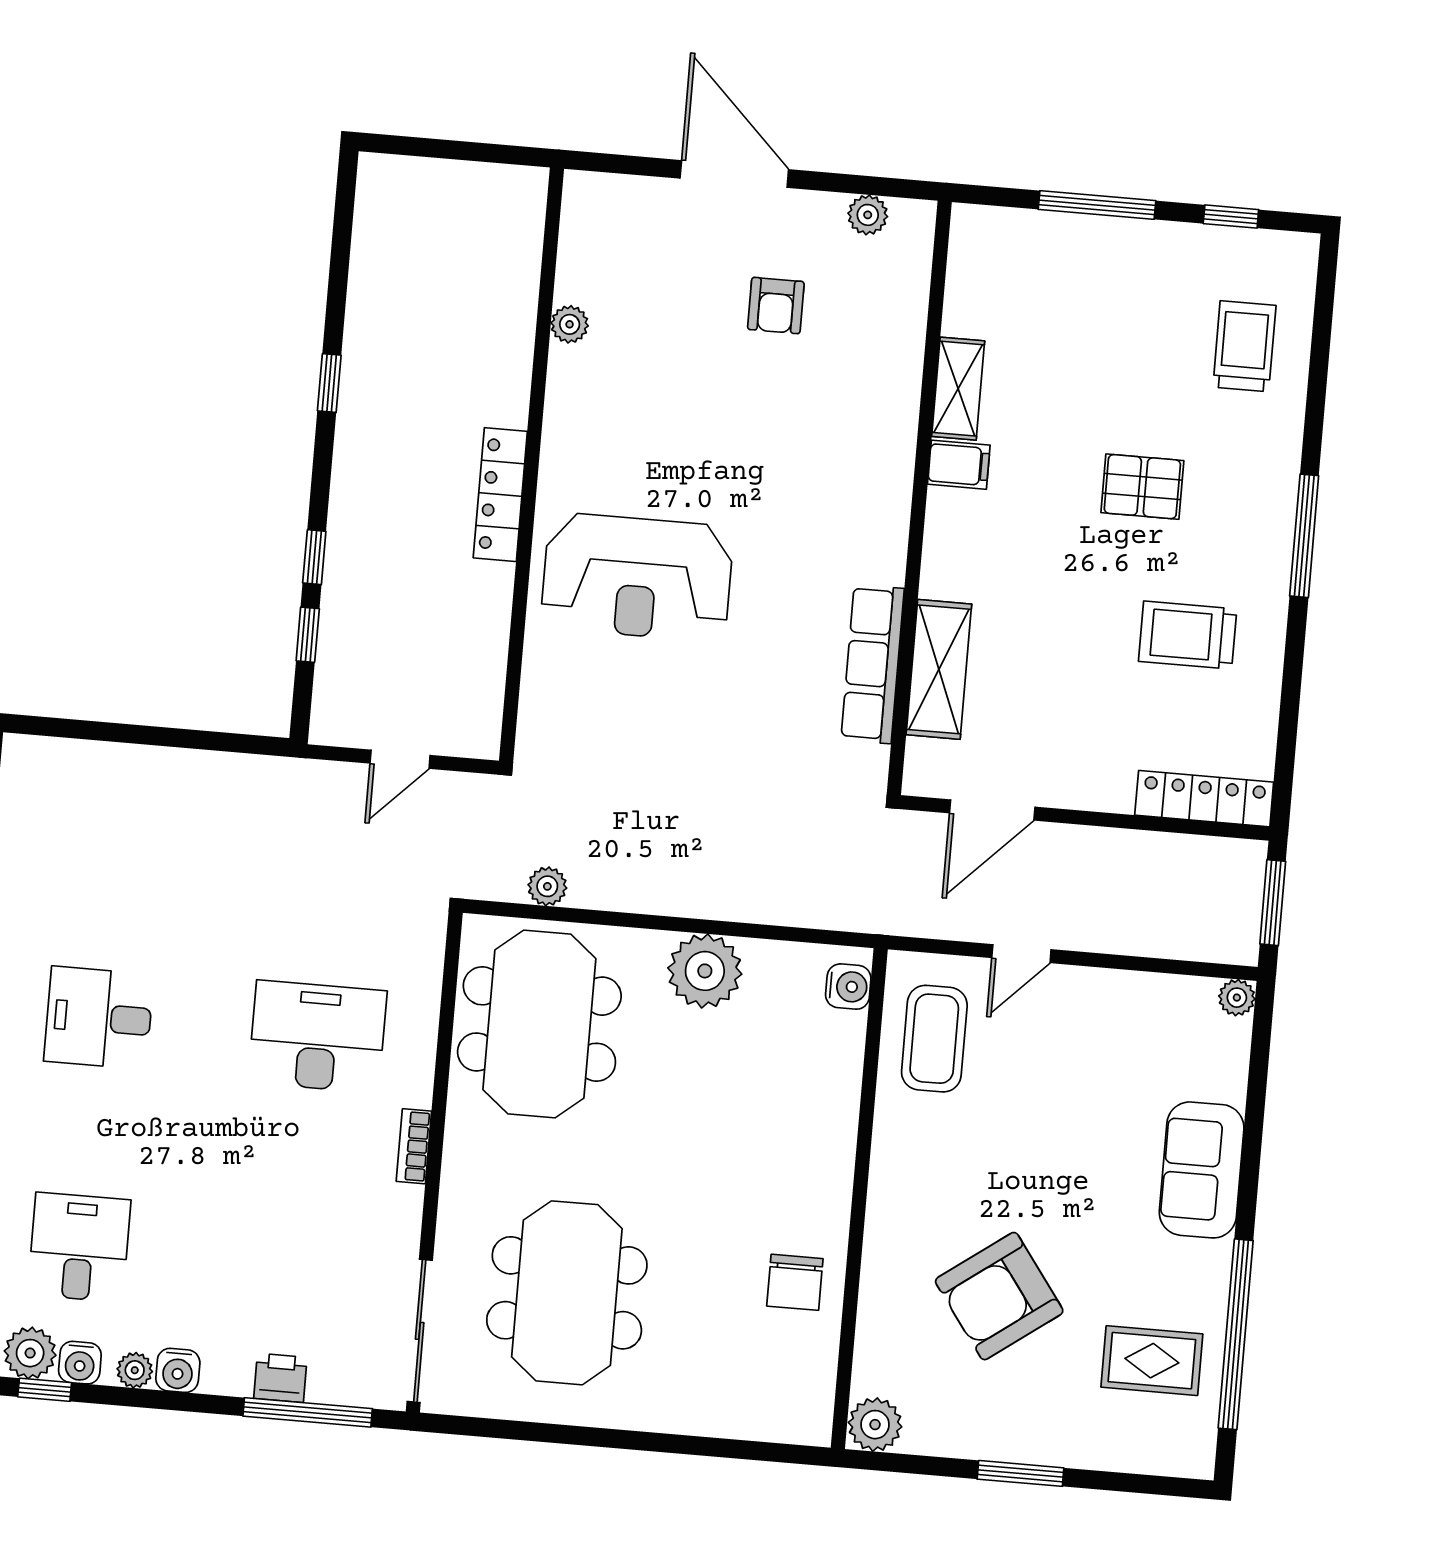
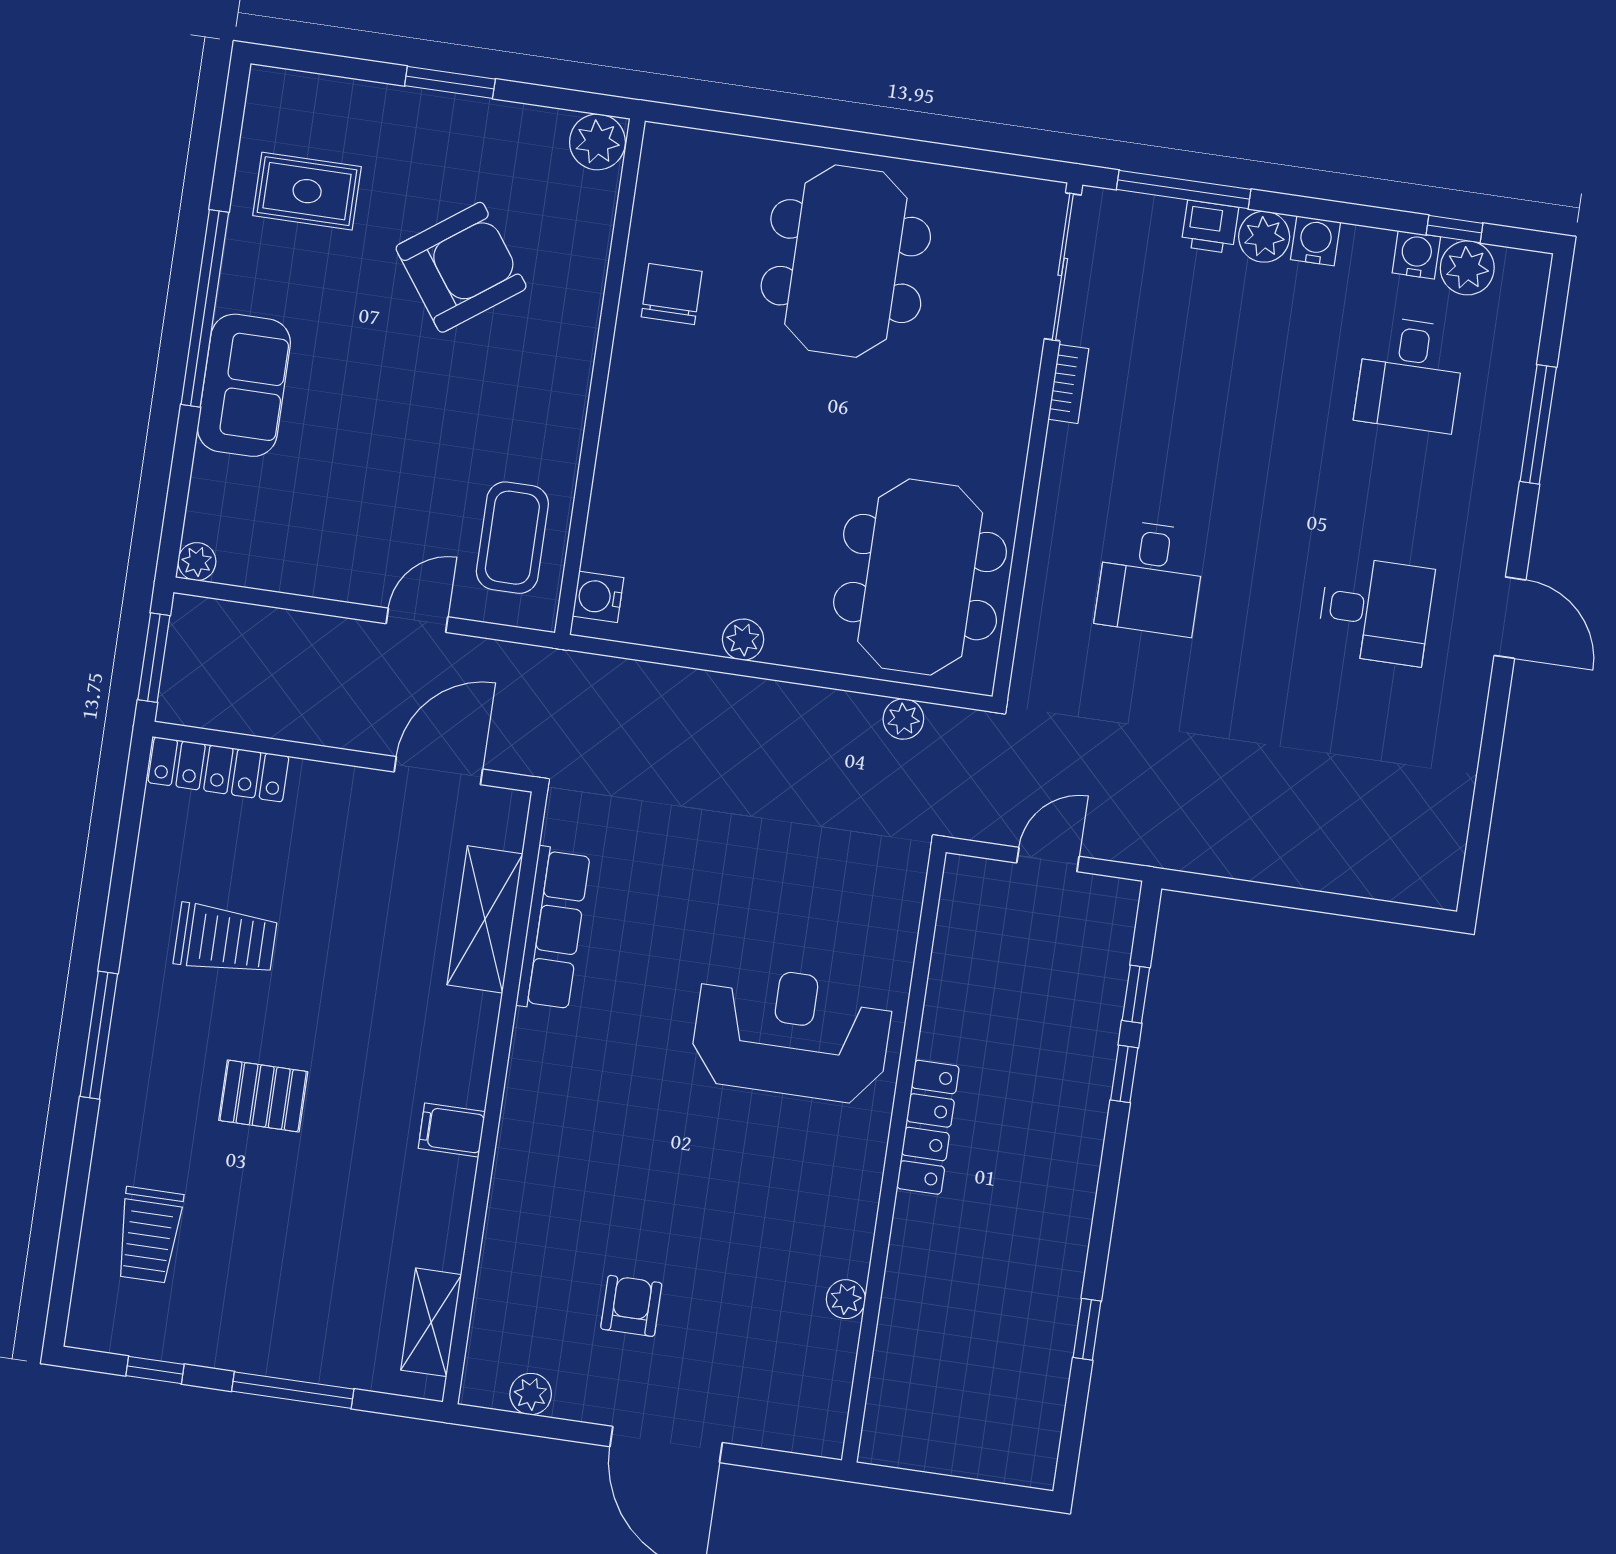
window: (329, 383) -> (1087, 1329), moved
shelving: (958, 389) -> (431, 1322), moved
plant: (705, 971) -> (743, 640), width x0.53, depth x0.53
desk: (318, 1037) -> (1150, 578), width x0.73
bookcase: (414, 1146) -> (1068, 384), moved
meeting table: (567, 1293) -> (846, 261), moved
window: (1236, 1334) -> (205, 308), moved
plant: (135, 1370) -> (1264, 237), moved, width x1.38, depth x1.38

